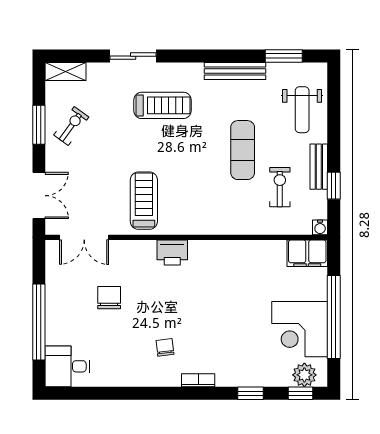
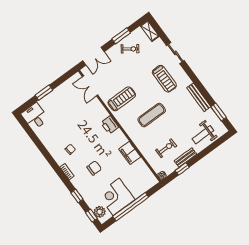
exercise mat: (243, 150) -> (152, 115), moved
filing cabinet: (307, 253) -> (130, 153), moved
chair: (109, 298) -> (94, 168), moved
window: (39, 322) -> (44, 93), width x0.47

